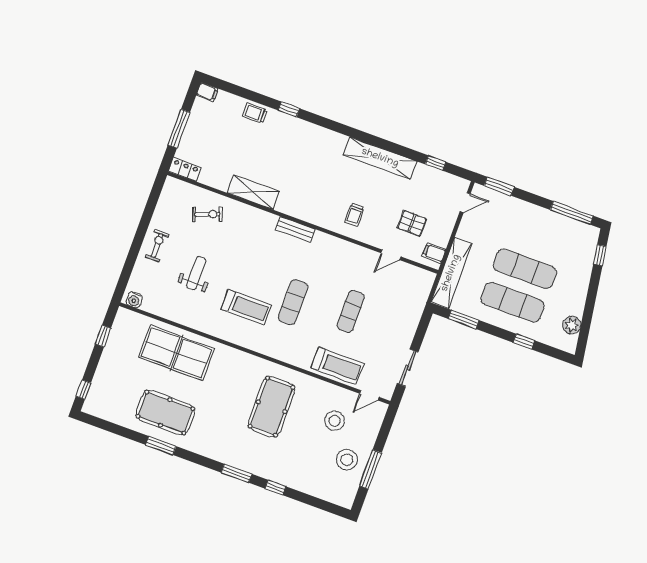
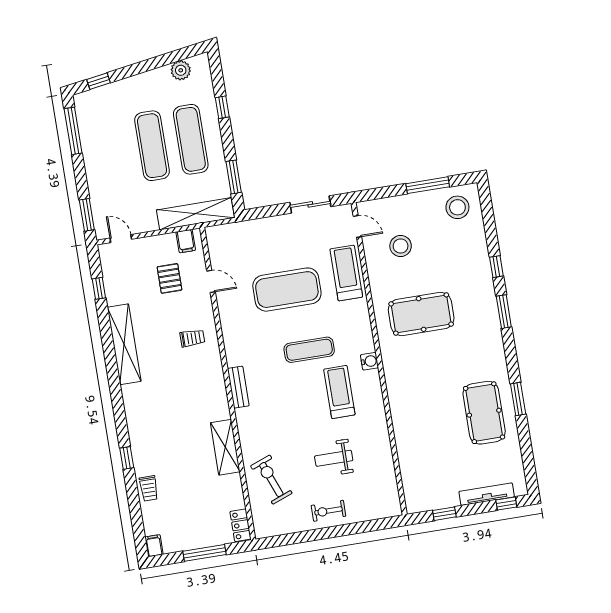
exercise bike: (207, 214) -> (271, 480), width x1.38, depth x1.39
water cooler: (134, 300) -> (369, 361), moved
exercise mat: (351, 311) -> (287, 290), width x2.00, depth x1.45
table tennis table: (176, 353) -> (421, 434), removed
tv unit: (100, 378) -> (487, 494), added
stool: (347, 460) -> (457, 207), moved

